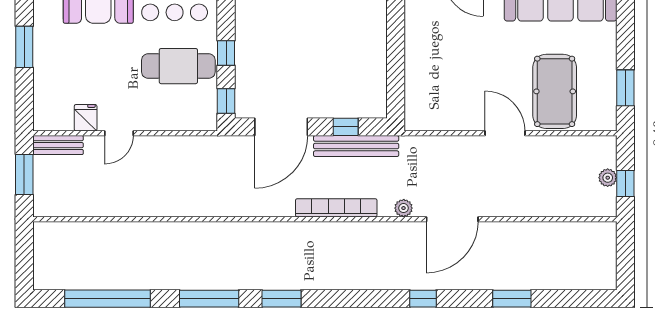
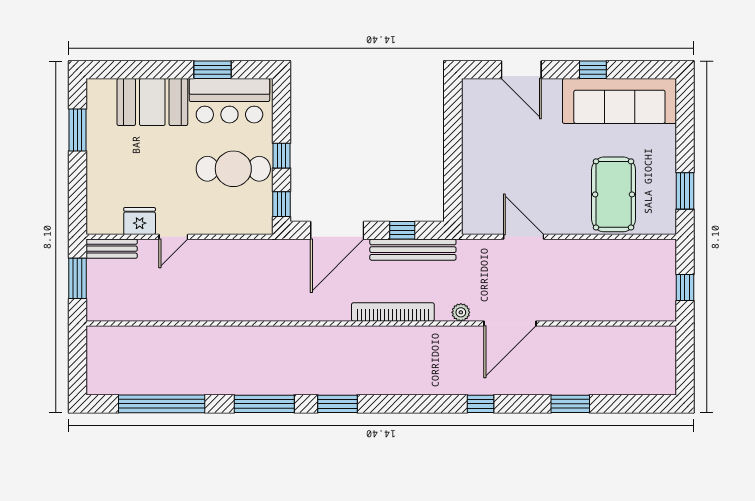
window: (24, 47) -> (77, 130), moved
fridge: (86, 118) -> (140, 221), width x1.38
door: (505, 133) -> (524, 237), moved
plant: (608, 178) -> (667, 282), removed

